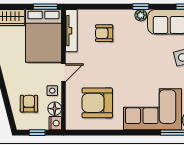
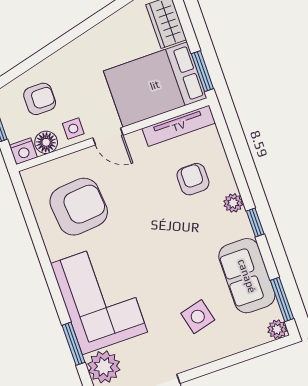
plant: (141, 15) -> (233, 203), moved
armchair: (97, 103) -> (79, 207), turned 85

